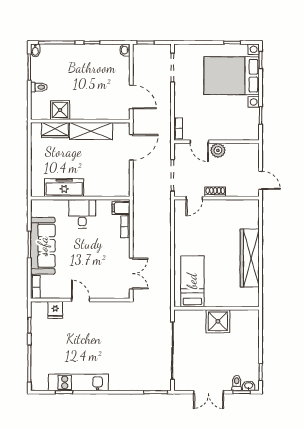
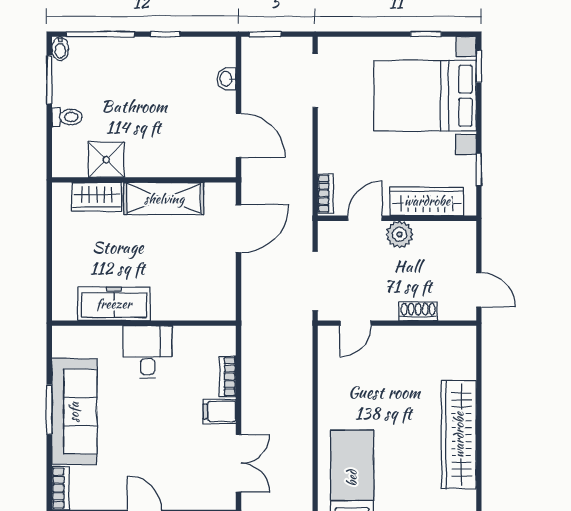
washbasin: (125, 50) -> (227, 79), moved
wardrobe: (232, 133) -> (427, 201), added
door: (199, 142) -> (365, 218), swing flipped
shoe rack: (215, 192) -> (418, 311), moved
filing cabinet: (121, 208) -> (220, 411), moved

